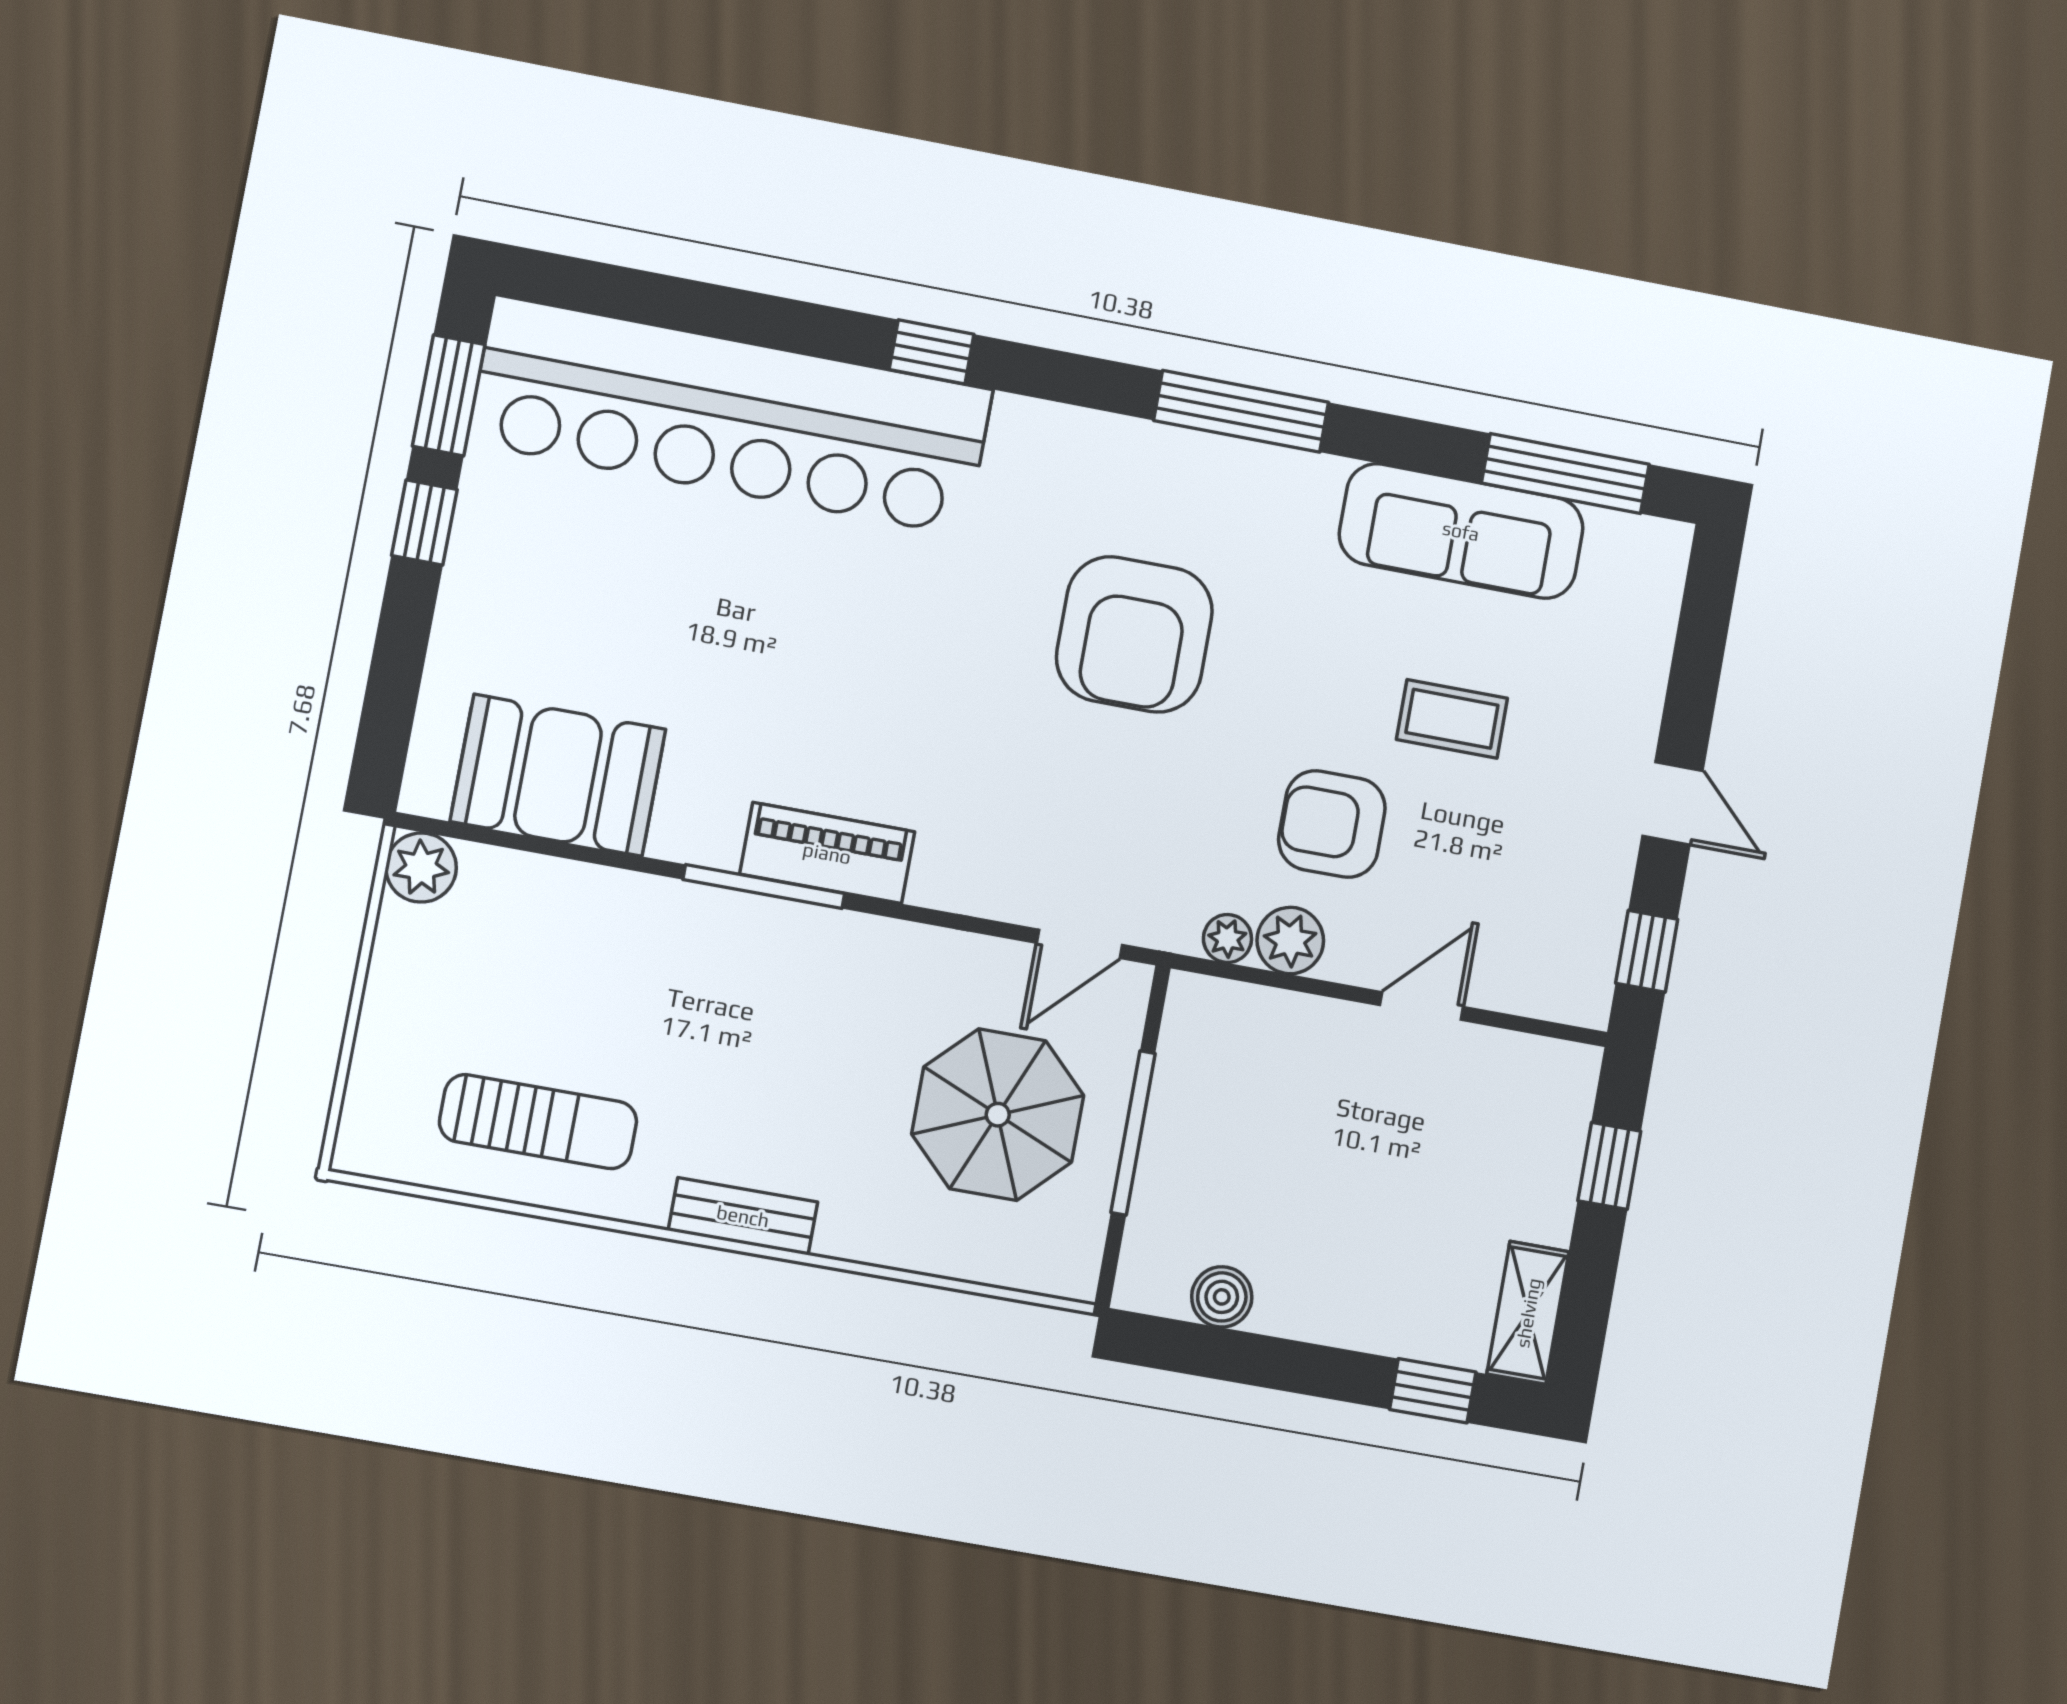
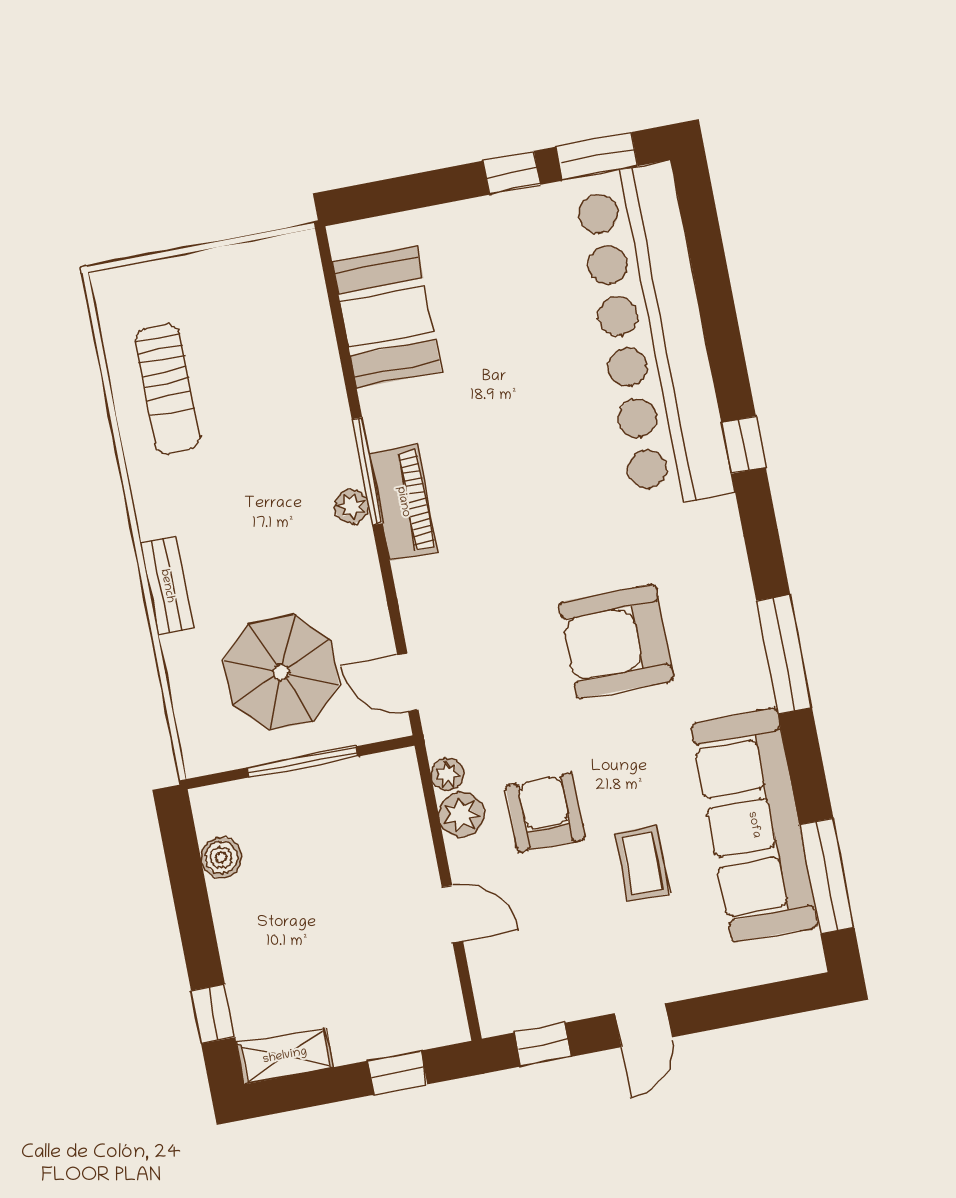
sofa: (1461, 531) -> (754, 825), width x1.36, depth x1.27
plant: (421, 868) -> (352, 506), moved, width x0.73, depth x0.73
bench: (743, 1216) -> (167, 586), moved

